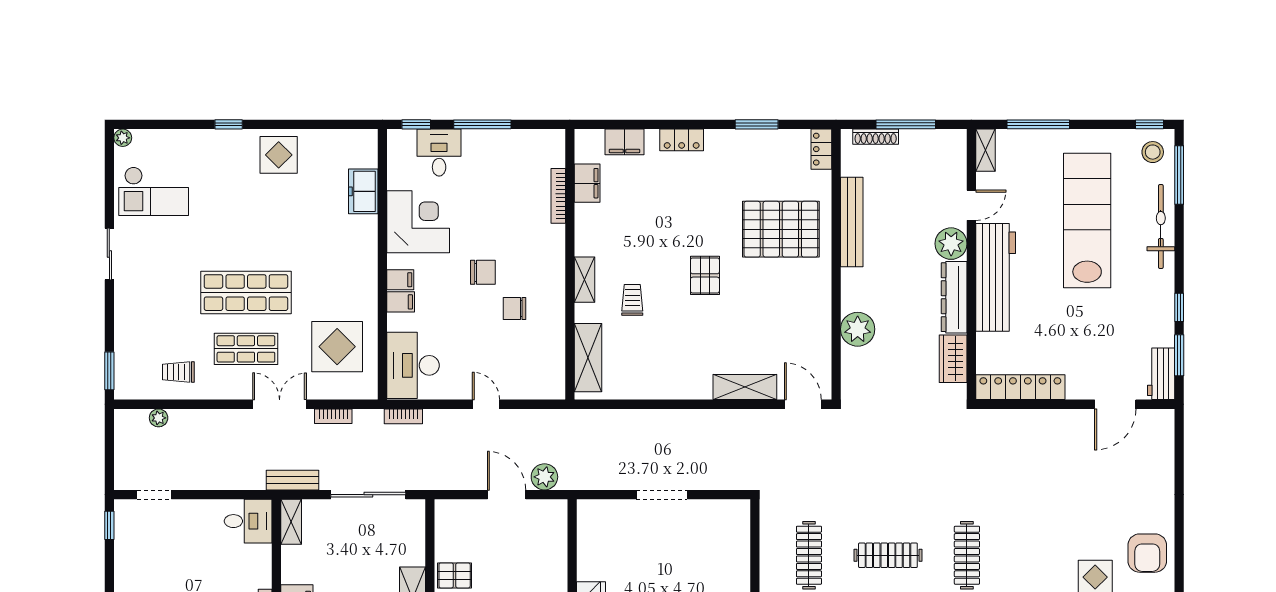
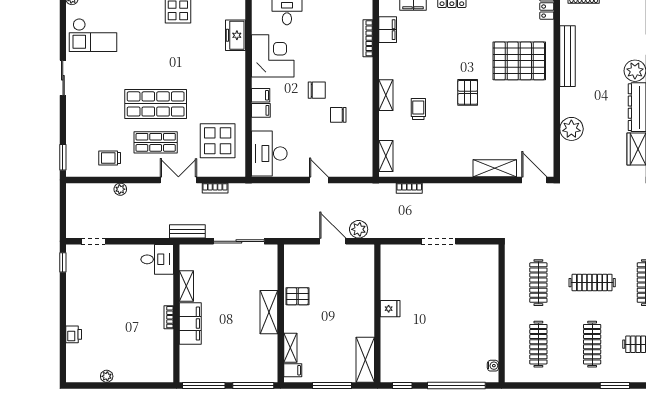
shelving: (588, 358) -> (386, 156), width x0.67, depth x0.75
bookcase: (403, 416) -> (409, 188), moved
plant: (159, 418) -> (120, 189), moved
shelving: (291, 522) -> (186, 286), moved

